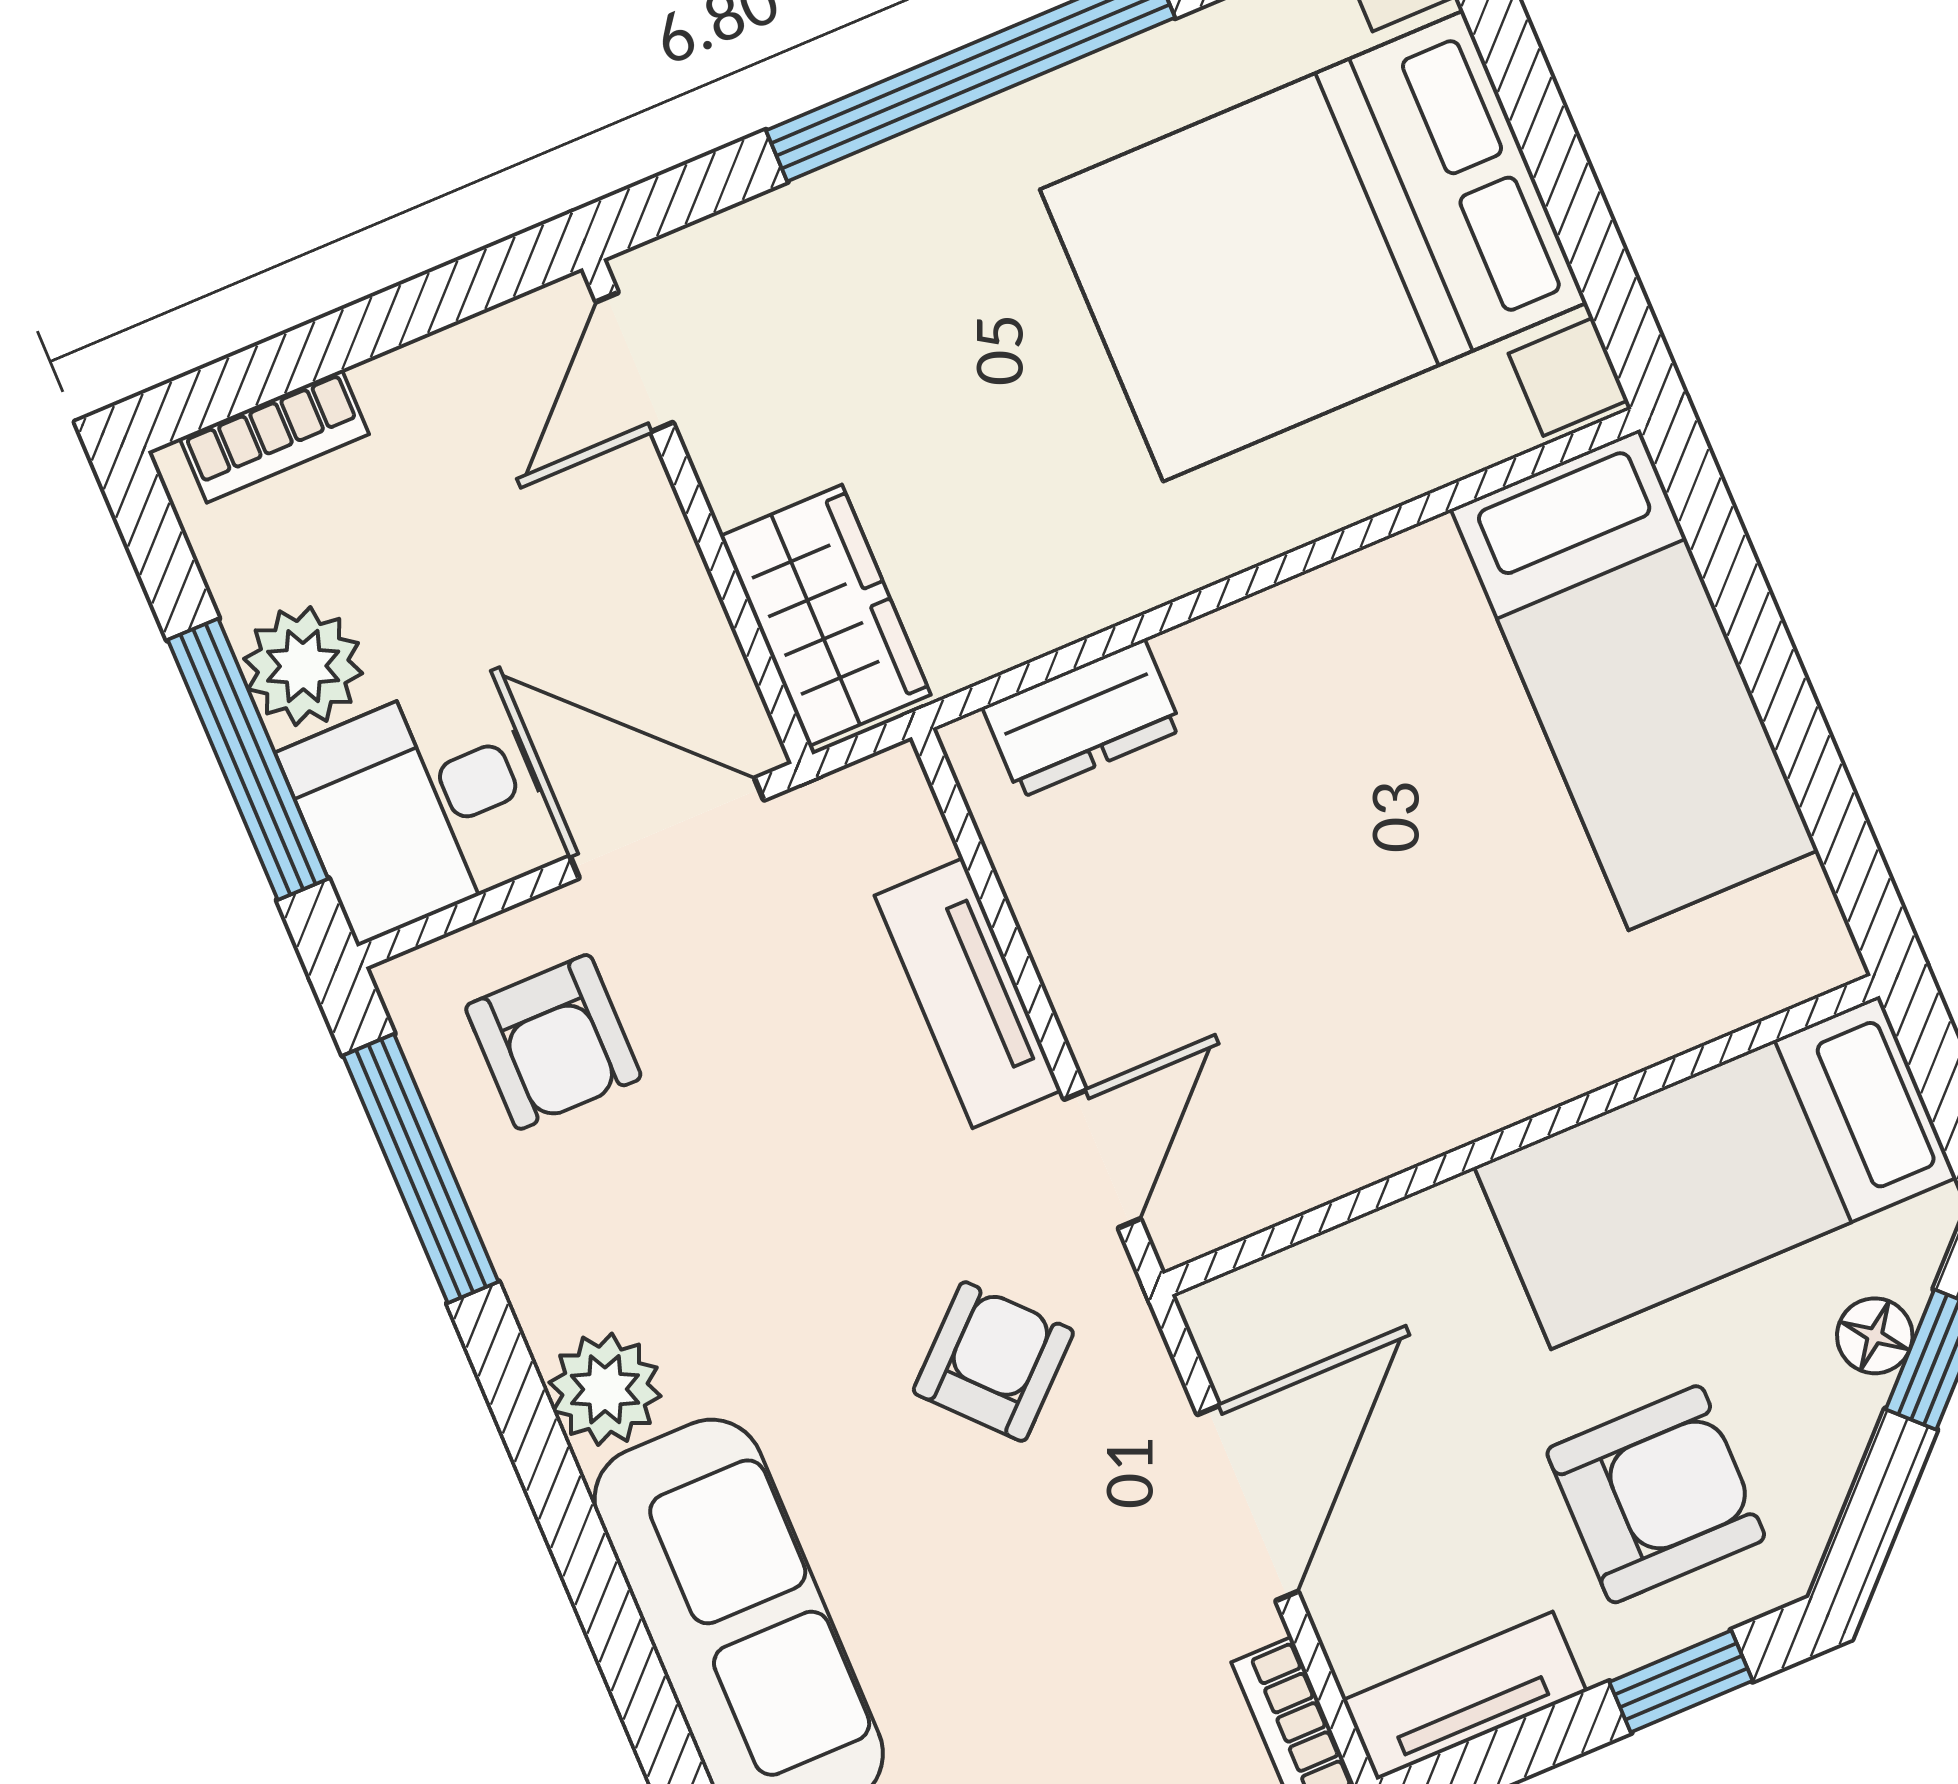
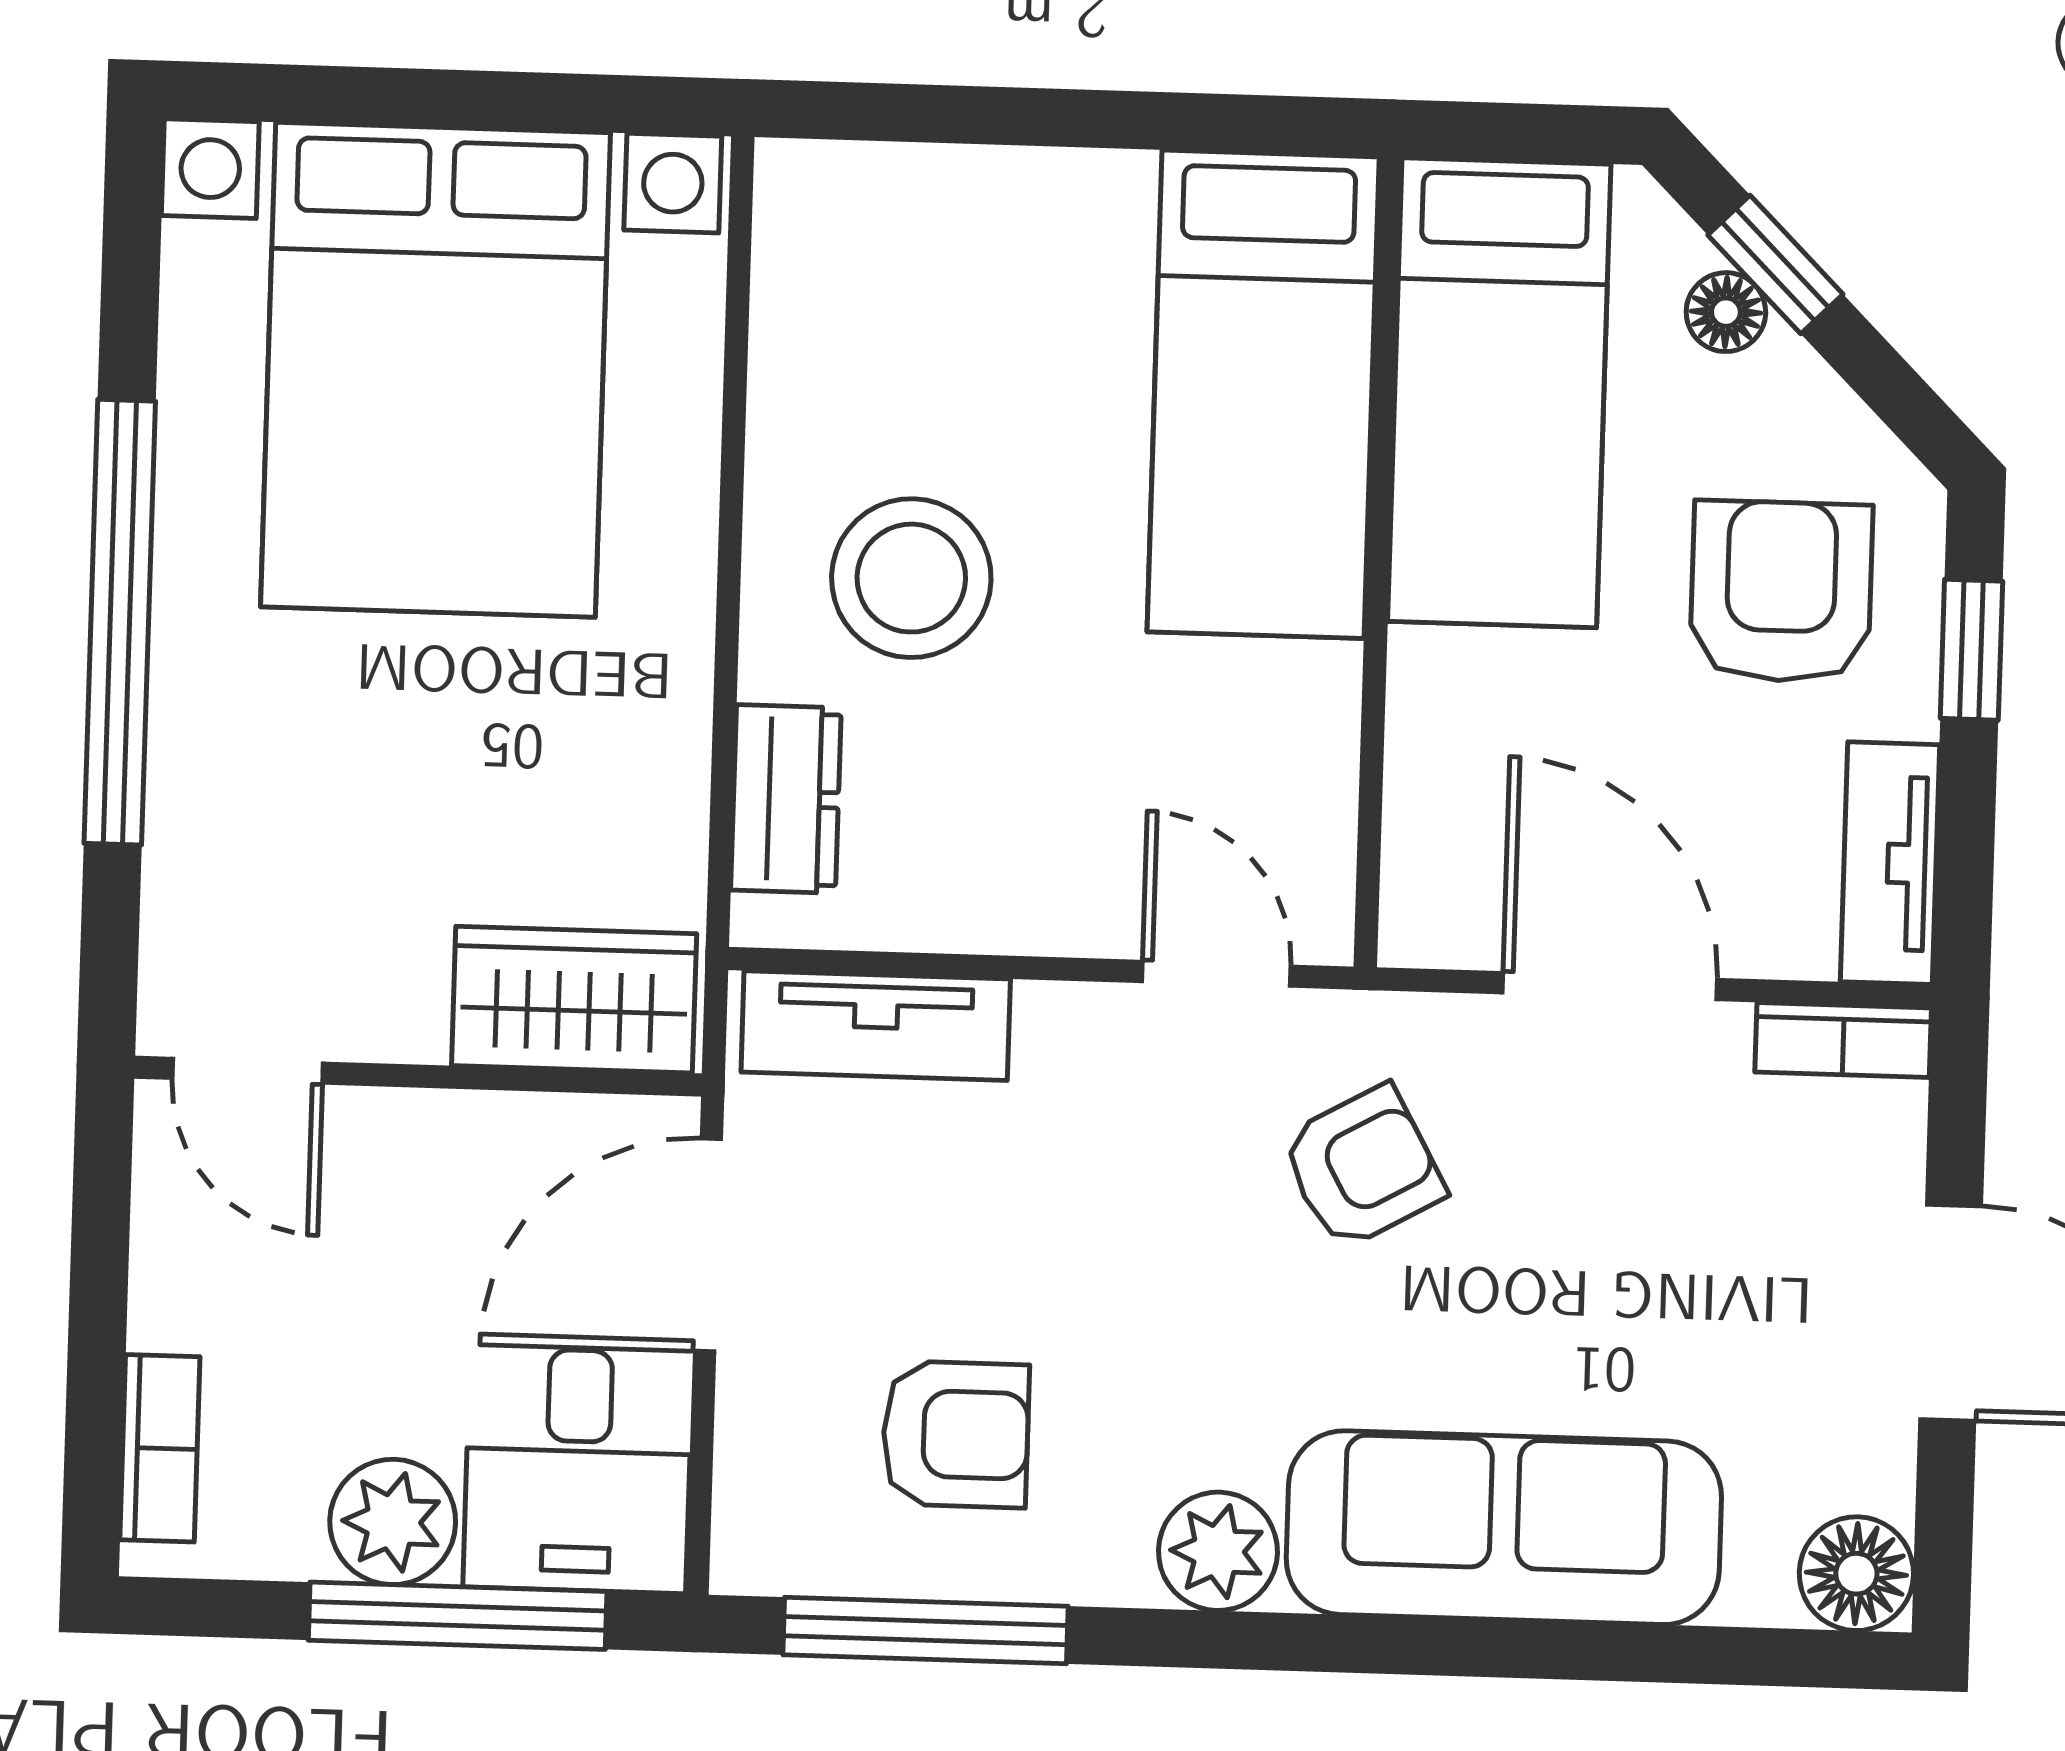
bed: (1635, 680) -> (1263, 394), moved, turned 90
stool: (1322, 739) -> (911, 578), added
tv unit: (968, 993) -> (876, 1026), moved
armchair: (553, 1042) -> (956, 1434), moved
armchair: (993, 1362) -> (1362, 1167), turned 104

